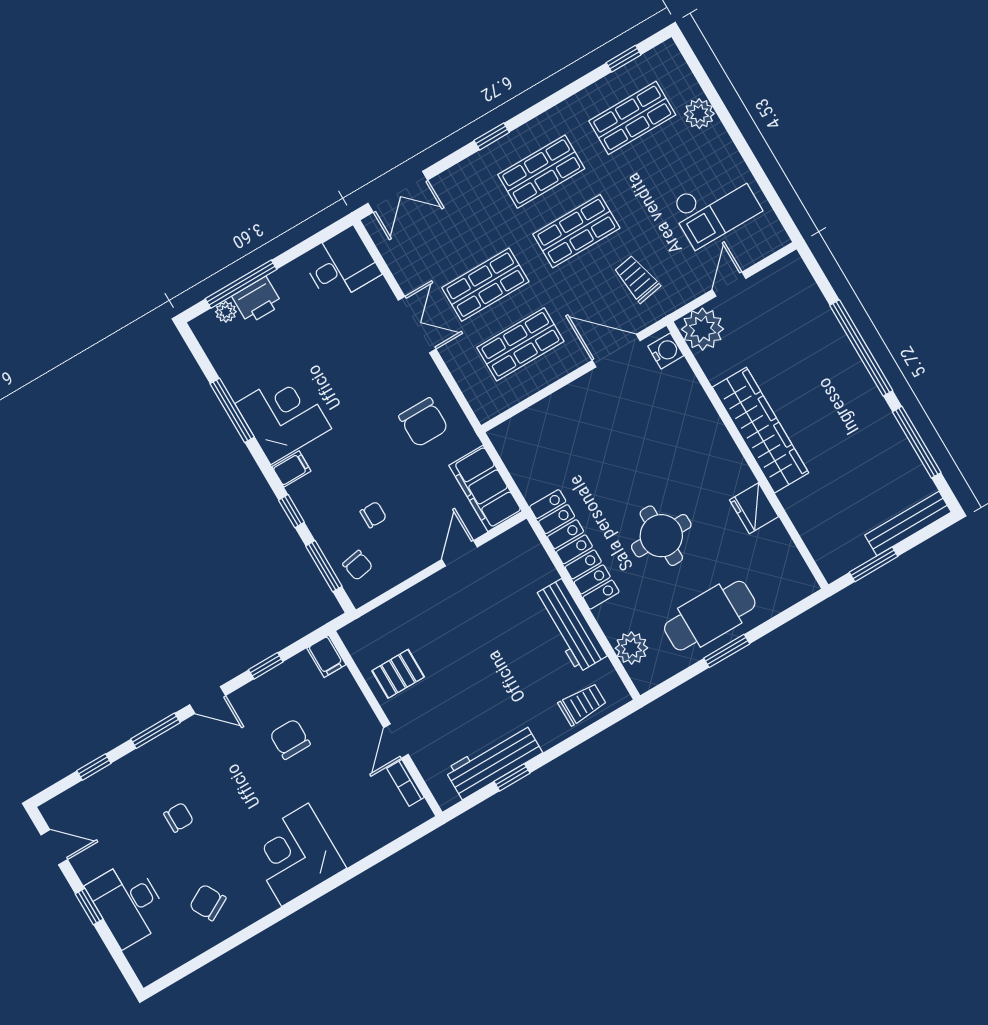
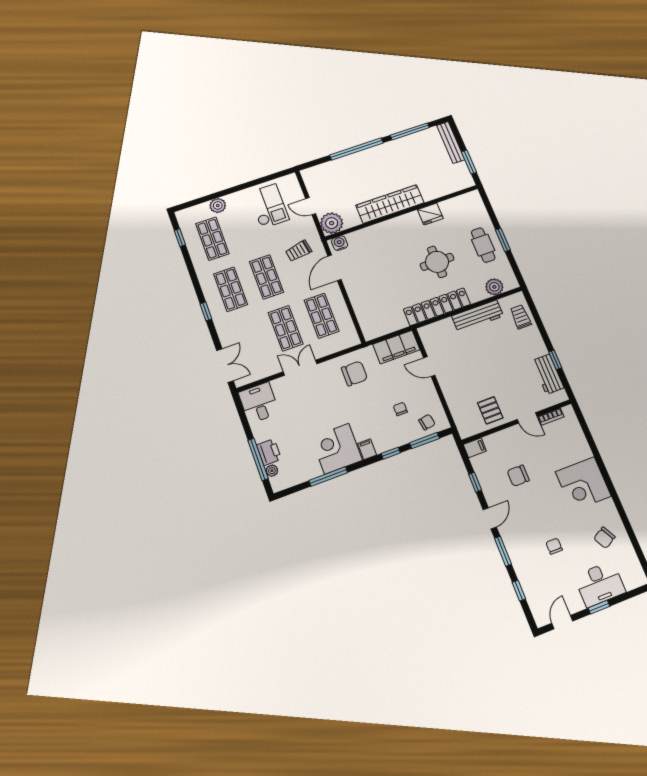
cafe table: (710, 616) -> (483, 245), width x0.73, depth x0.74
workbench: (494, 761) -> (548, 374), width x0.73

